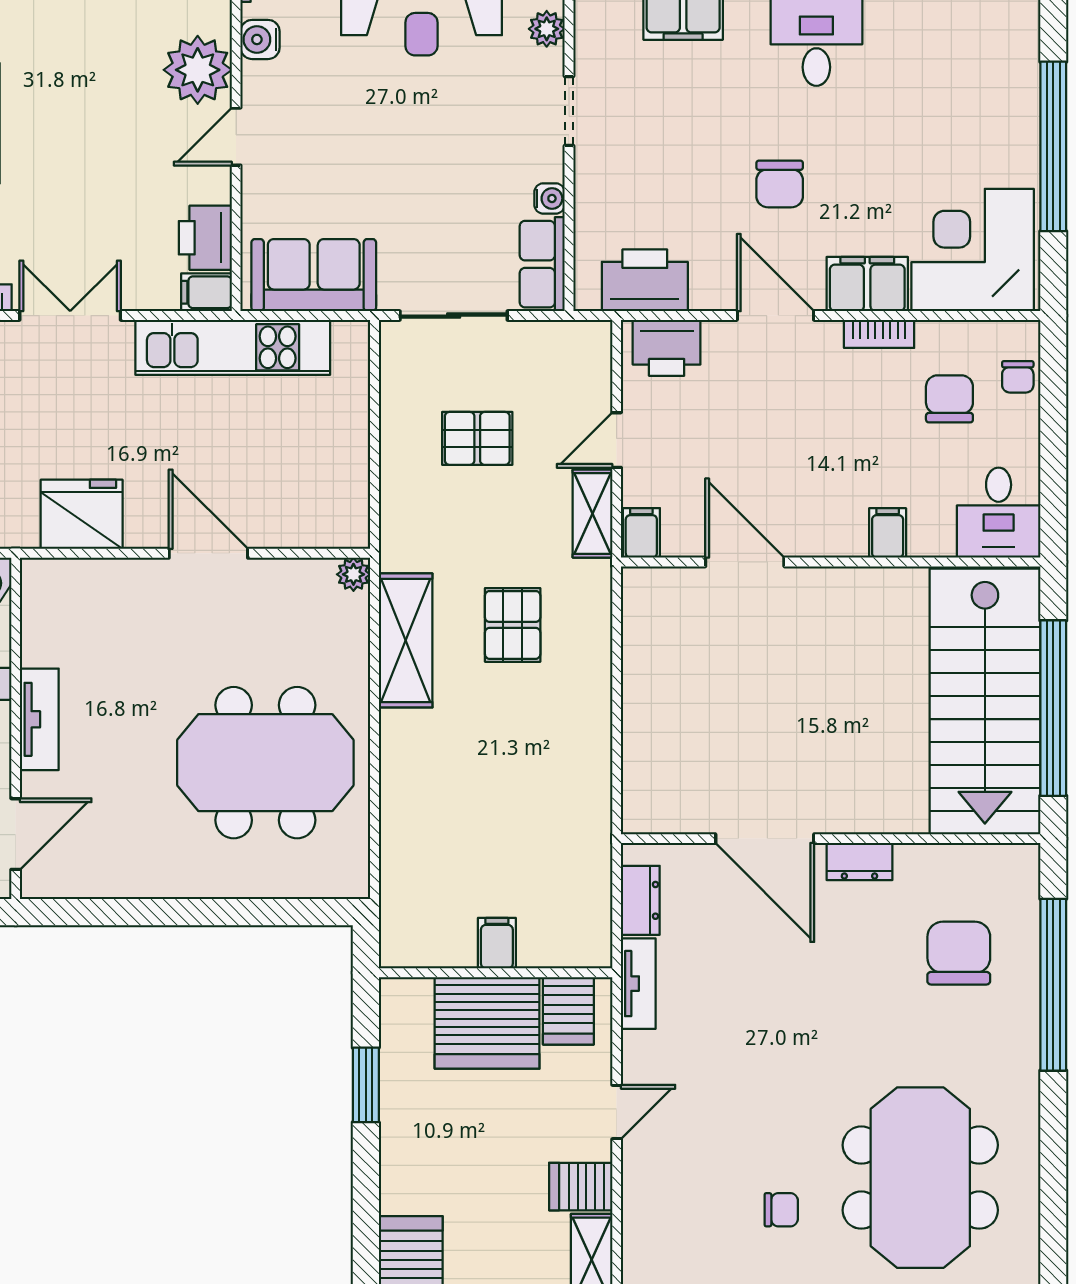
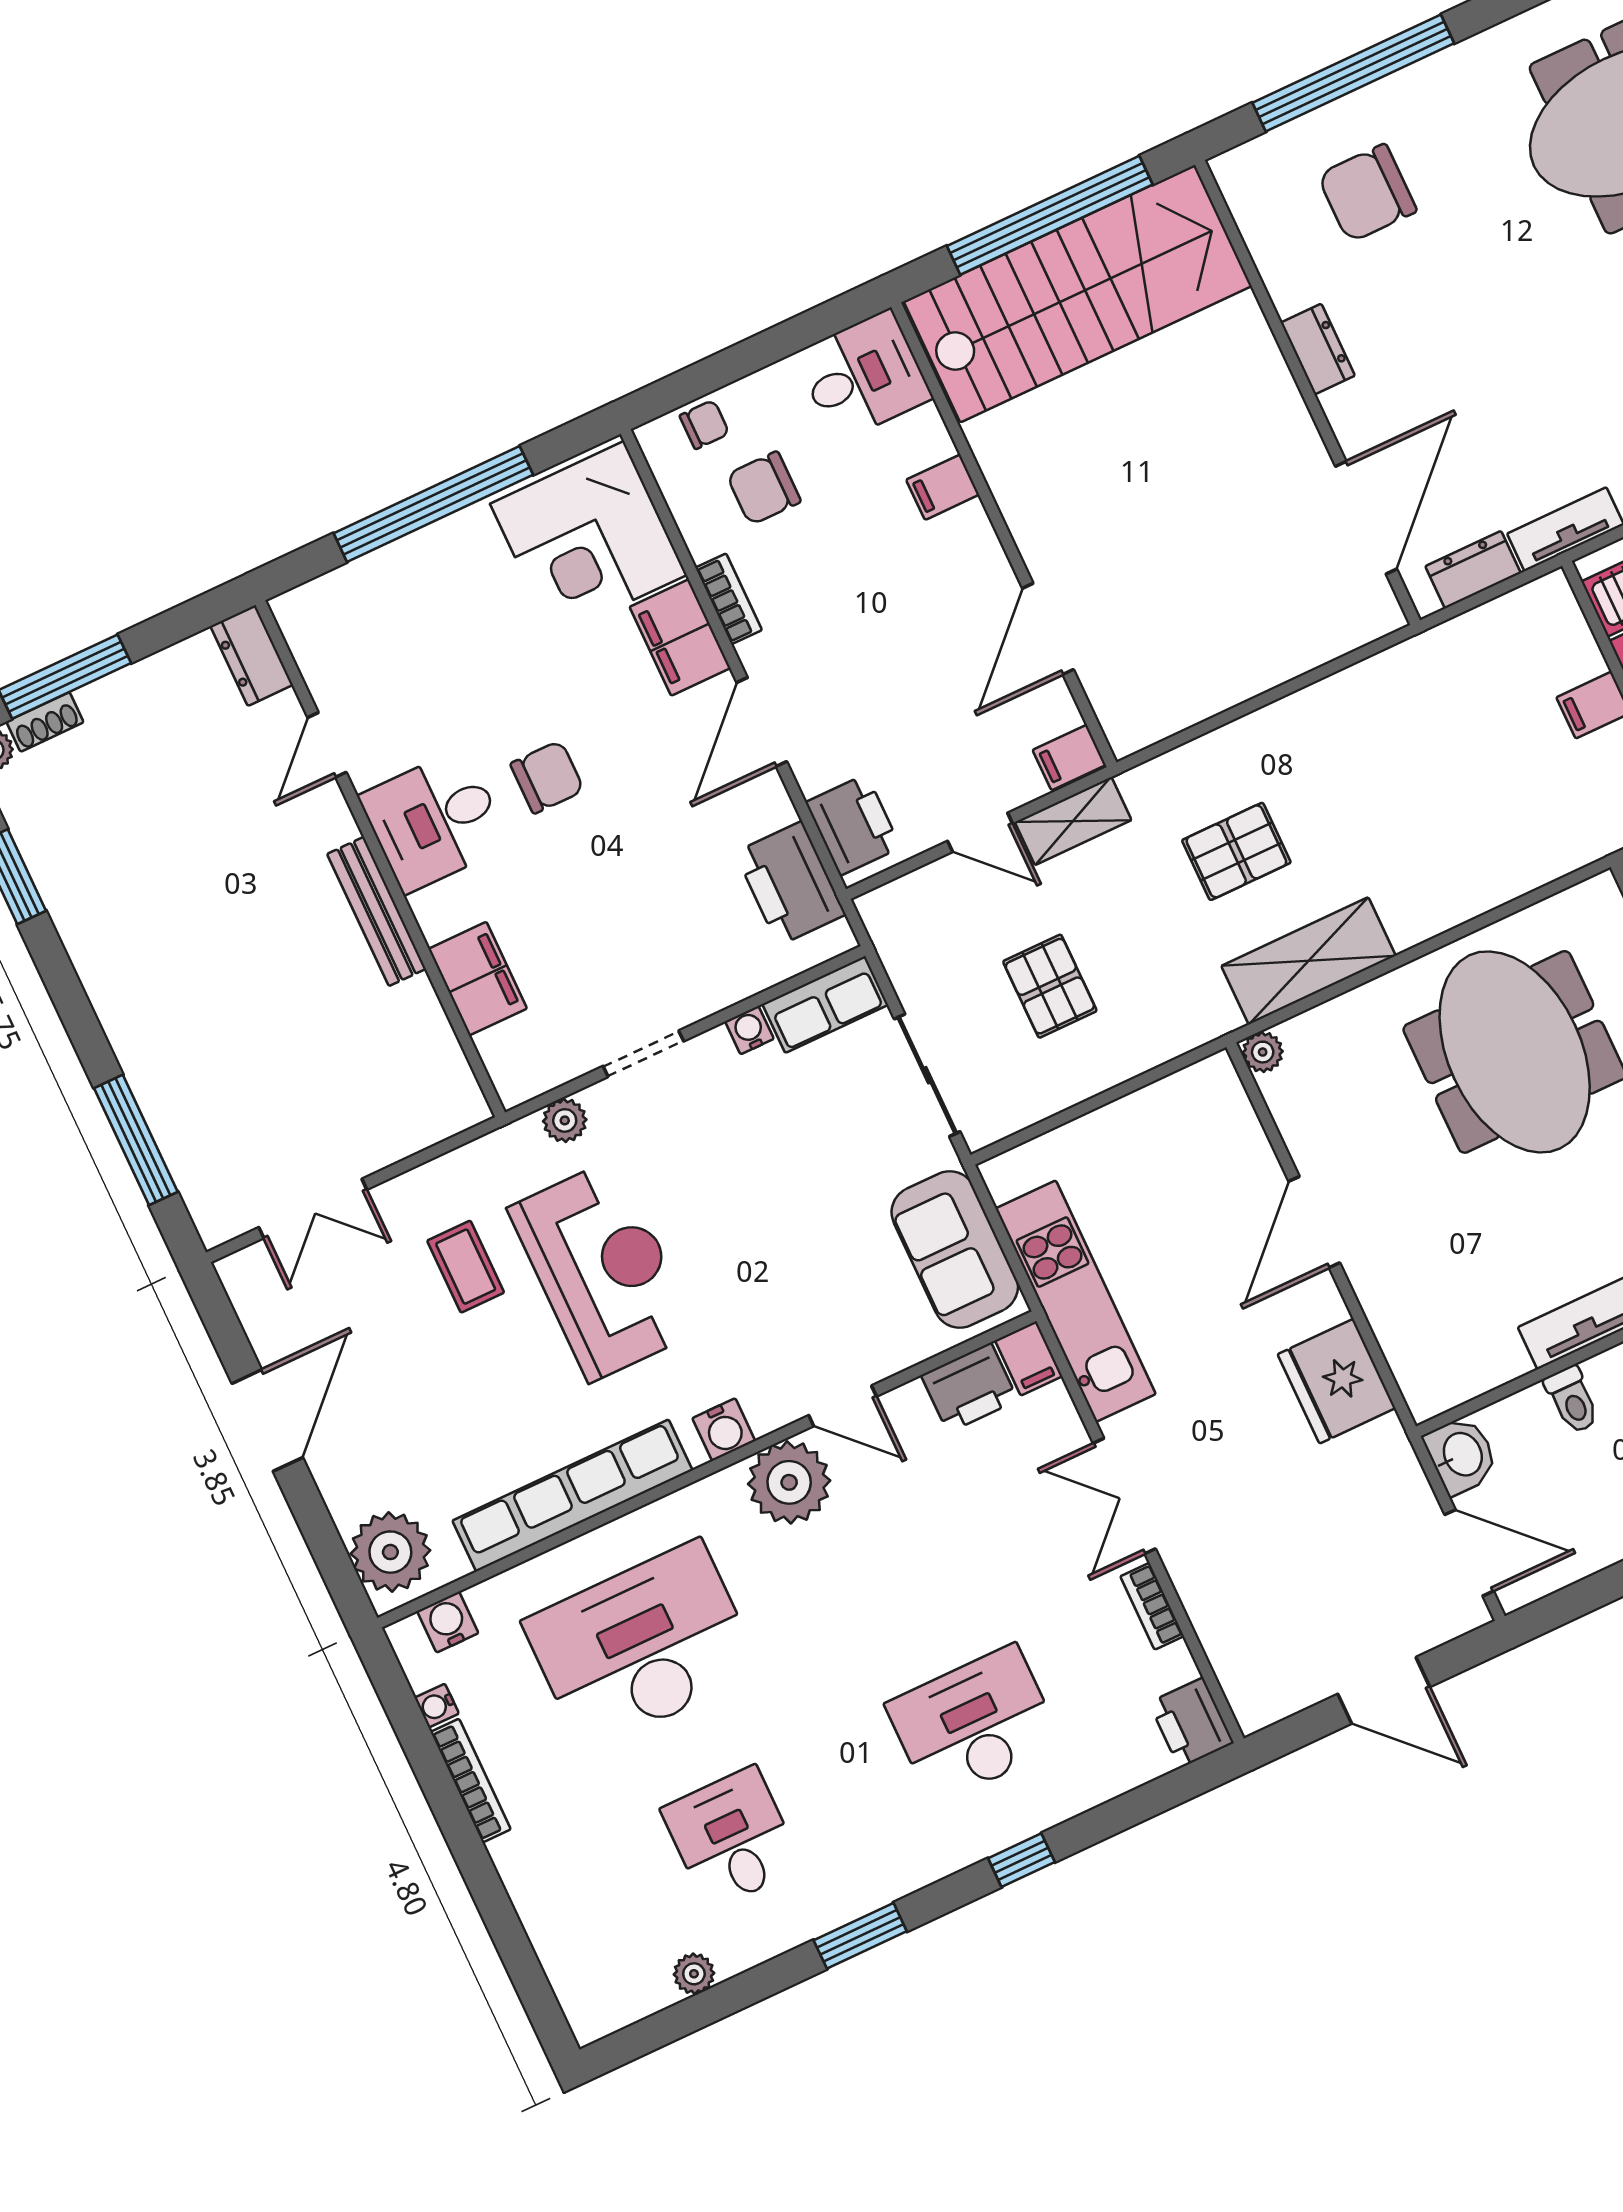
chair: (780, 184) -> (547, 777), moved
door: (765, 839) -> (1366, 518), moved

